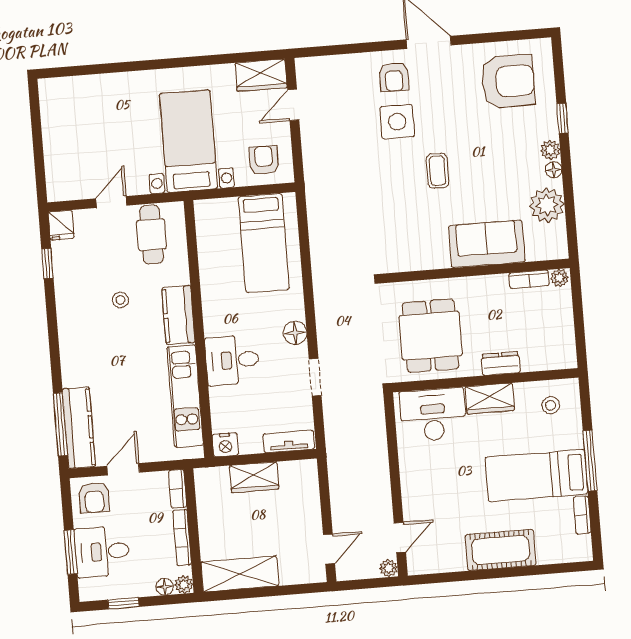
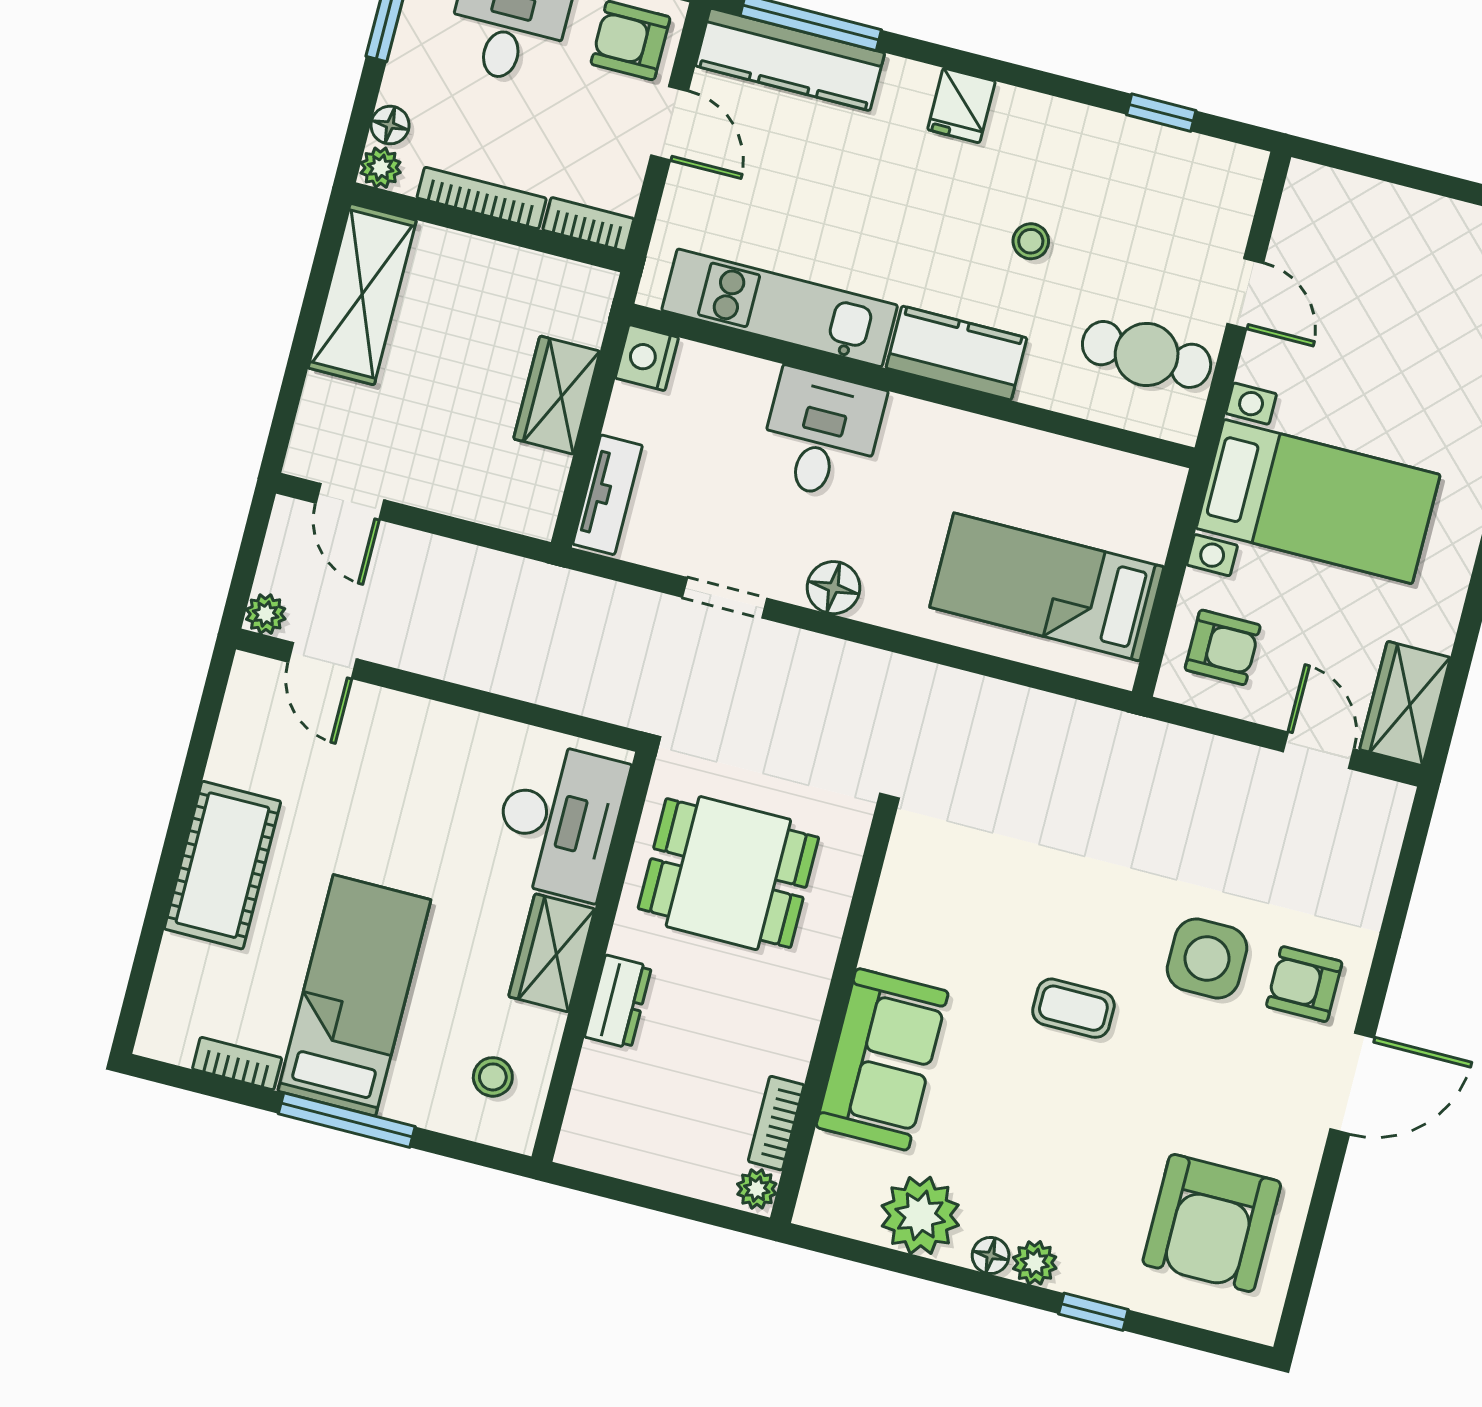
fridge: (61, 225) -> (961, 105), moved, turned -90

